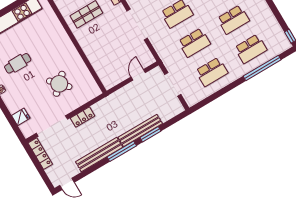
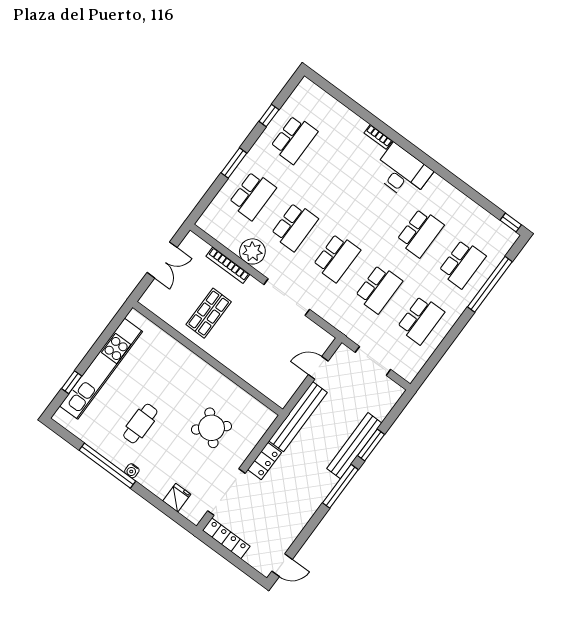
door: (138, 75) -> (318, 368), hinge flipped
bench: (99, 154) -> (298, 417), moved

